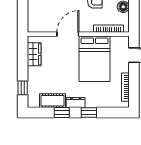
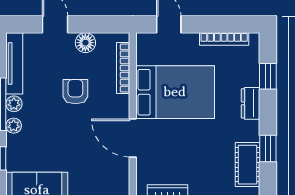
dresser: (76, 103) -> (250, 103), moved
window: (89, 113) -> (268, 76), moved

